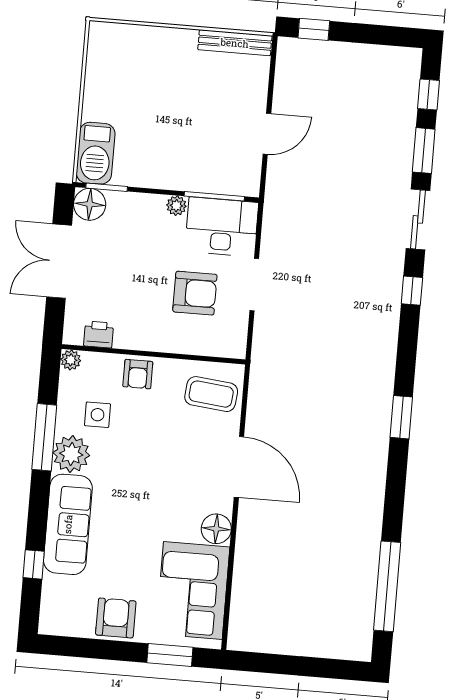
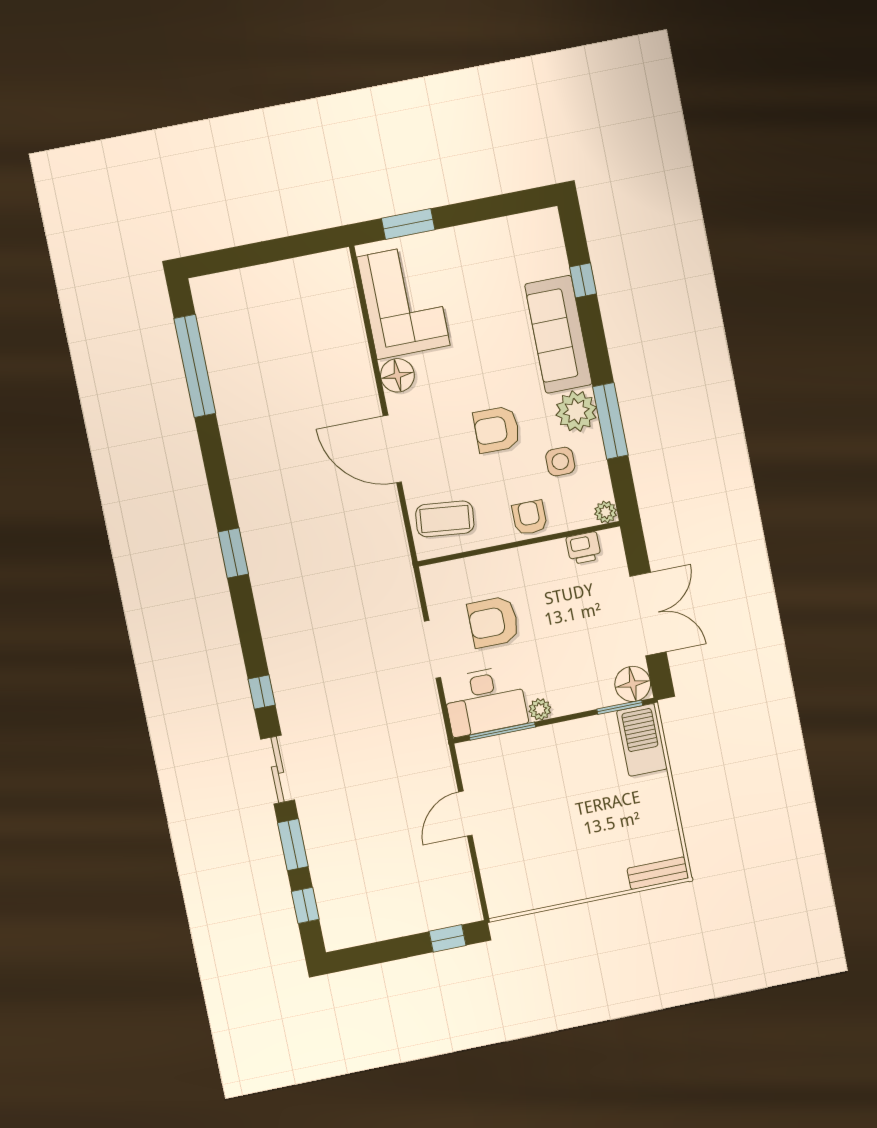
bench: (235, 43) -> (658, 873), moved, width x0.73
armchair: (116, 618) -> (497, 429), moved, turned 91

